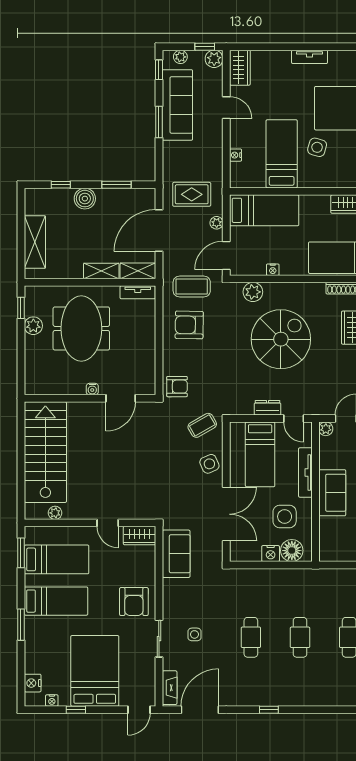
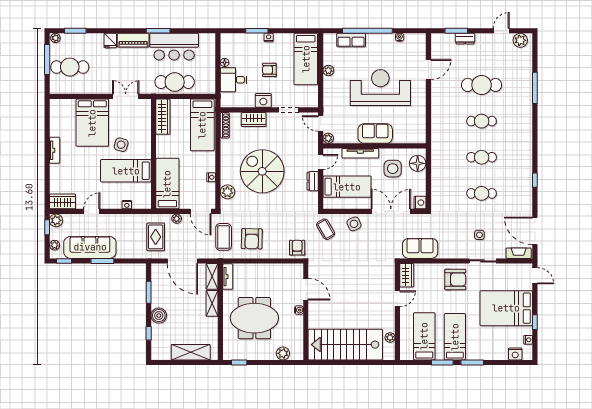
plant: (33, 326) -> (283, 353), moved
window: (21, 553) -> (442, 362), moved
nightstand: (271, 554) -> (420, 203), moved

